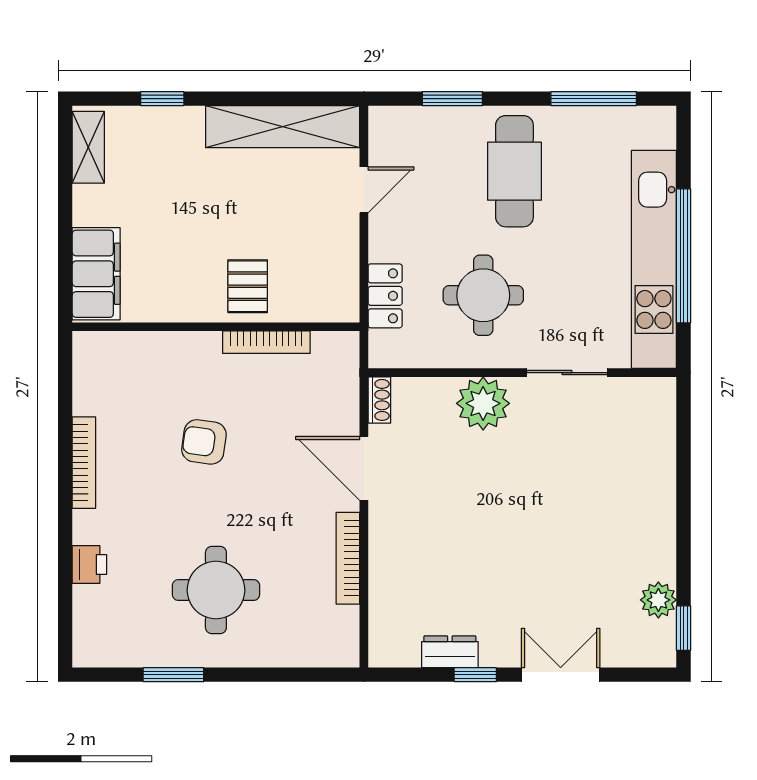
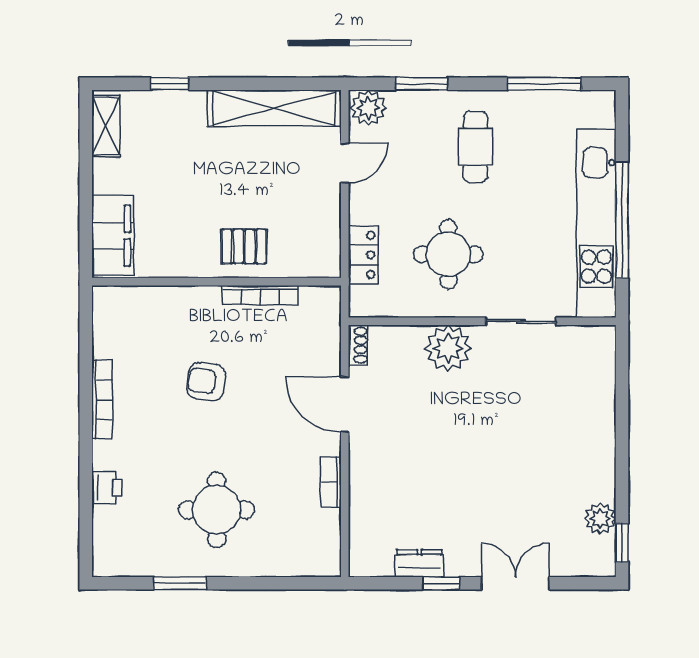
plant: (391, 126) -> (368, 108), added
cafe table: (514, 171) -> (475, 147), width x0.73, depth x0.74
pallet: (248, 286) -> (244, 246), turned 90
bookcase: (348, 558) -> (331, 482), width x0.64

